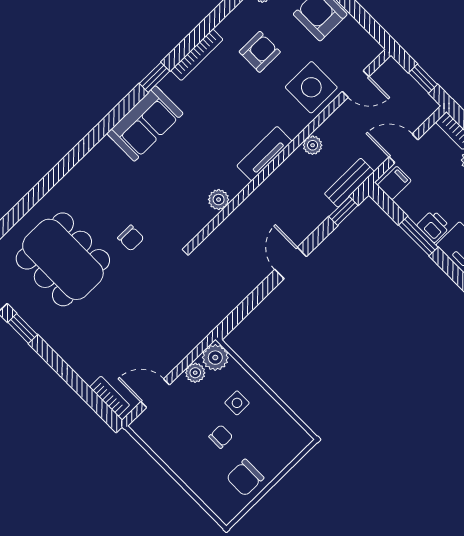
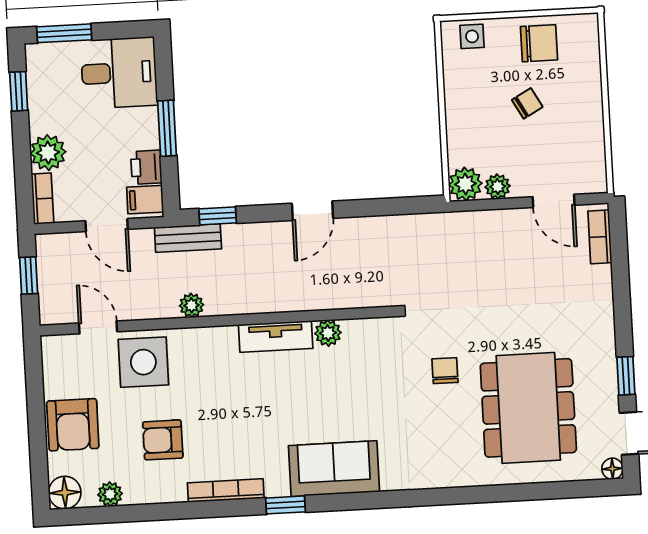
tv unit: (264, 154) -> (276, 337), moved
printer: (434, 226) -> (146, 167), moved
side table: (237, 403) -> (472, 36), moved
chair: (221, 437) -> (527, 103), turned 151

